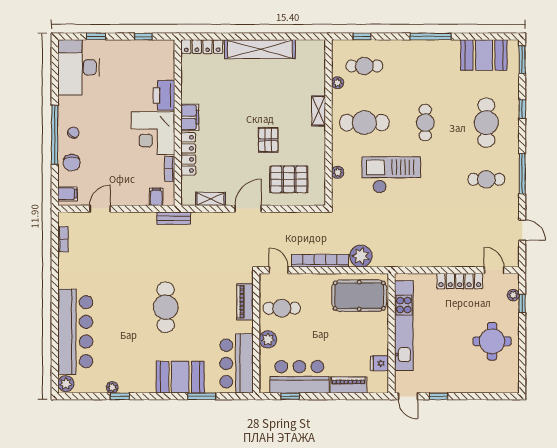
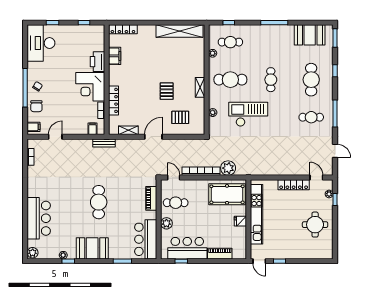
shelving: (260, 49) -> (179, 31), moved
shelving: (319, 111) -> (200, 87), moved
filing cabinet: (190, 117) -> (115, 56), moved
pallet: (289, 179) -> (180, 117), width x0.67, depth x0.71
bar counter: (75, 332) -> (39, 218), width x0.73
fridge: (379, 363) -> (240, 221), moved
booth: (180, 377) -> (92, 248), moved

